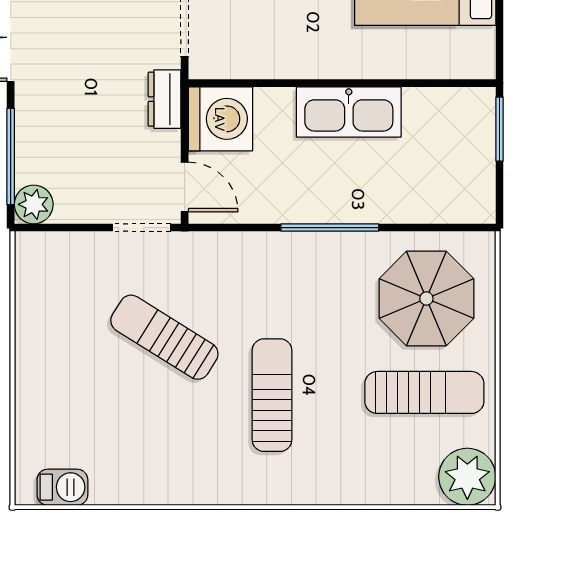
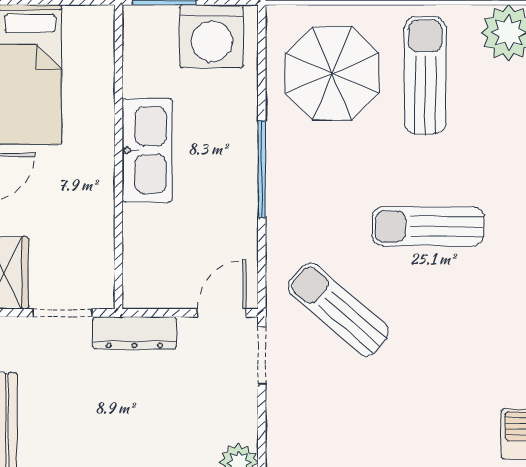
dresser: (165, 99) -> (134, 333), width x1.44
washing machine: (220, 119) -> (212, 36), moved, turned 180
sun lounger: (164, 337) -> (338, 310), moved, turned 99

